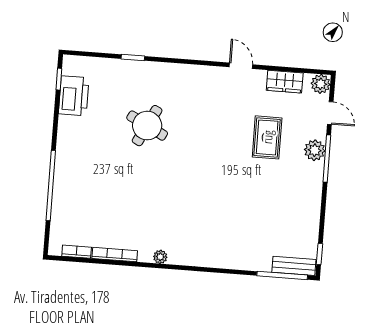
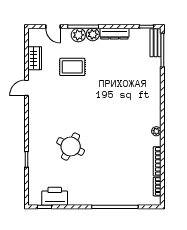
plant: (321, 84) -> (93, 34), moved
door: (330, 113) -> (53, 27), swing flipped
dresser: (313, 205) -> (114, 34), added

